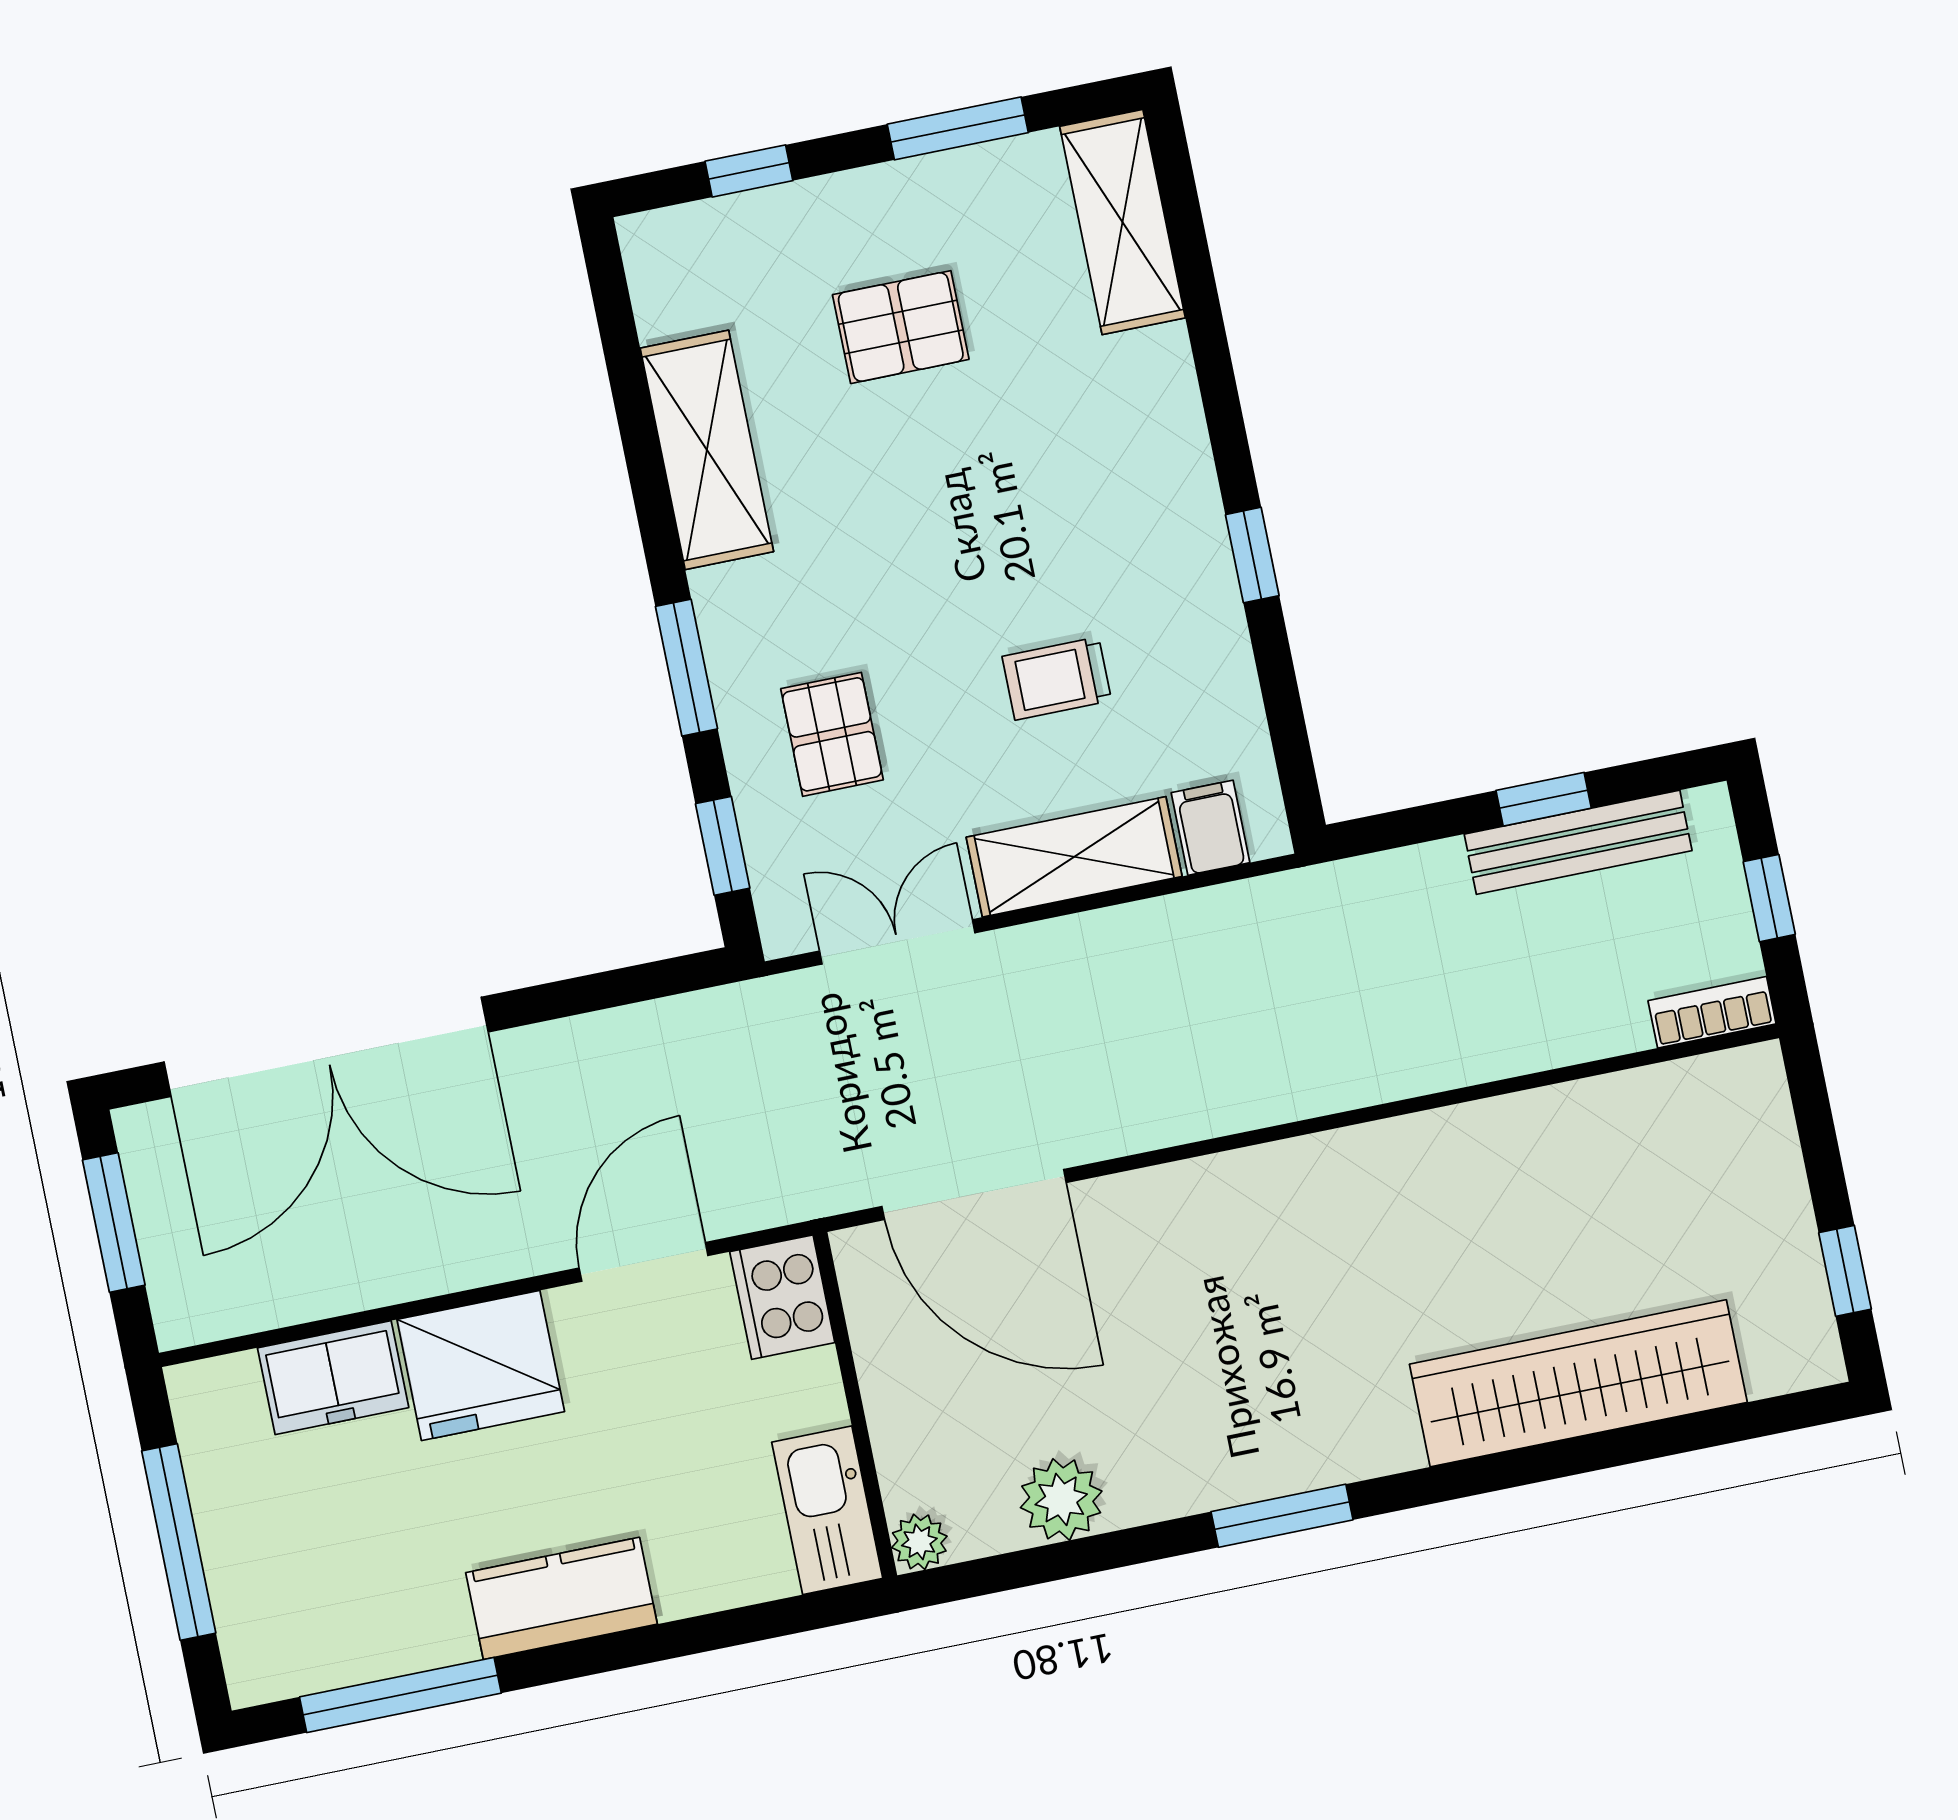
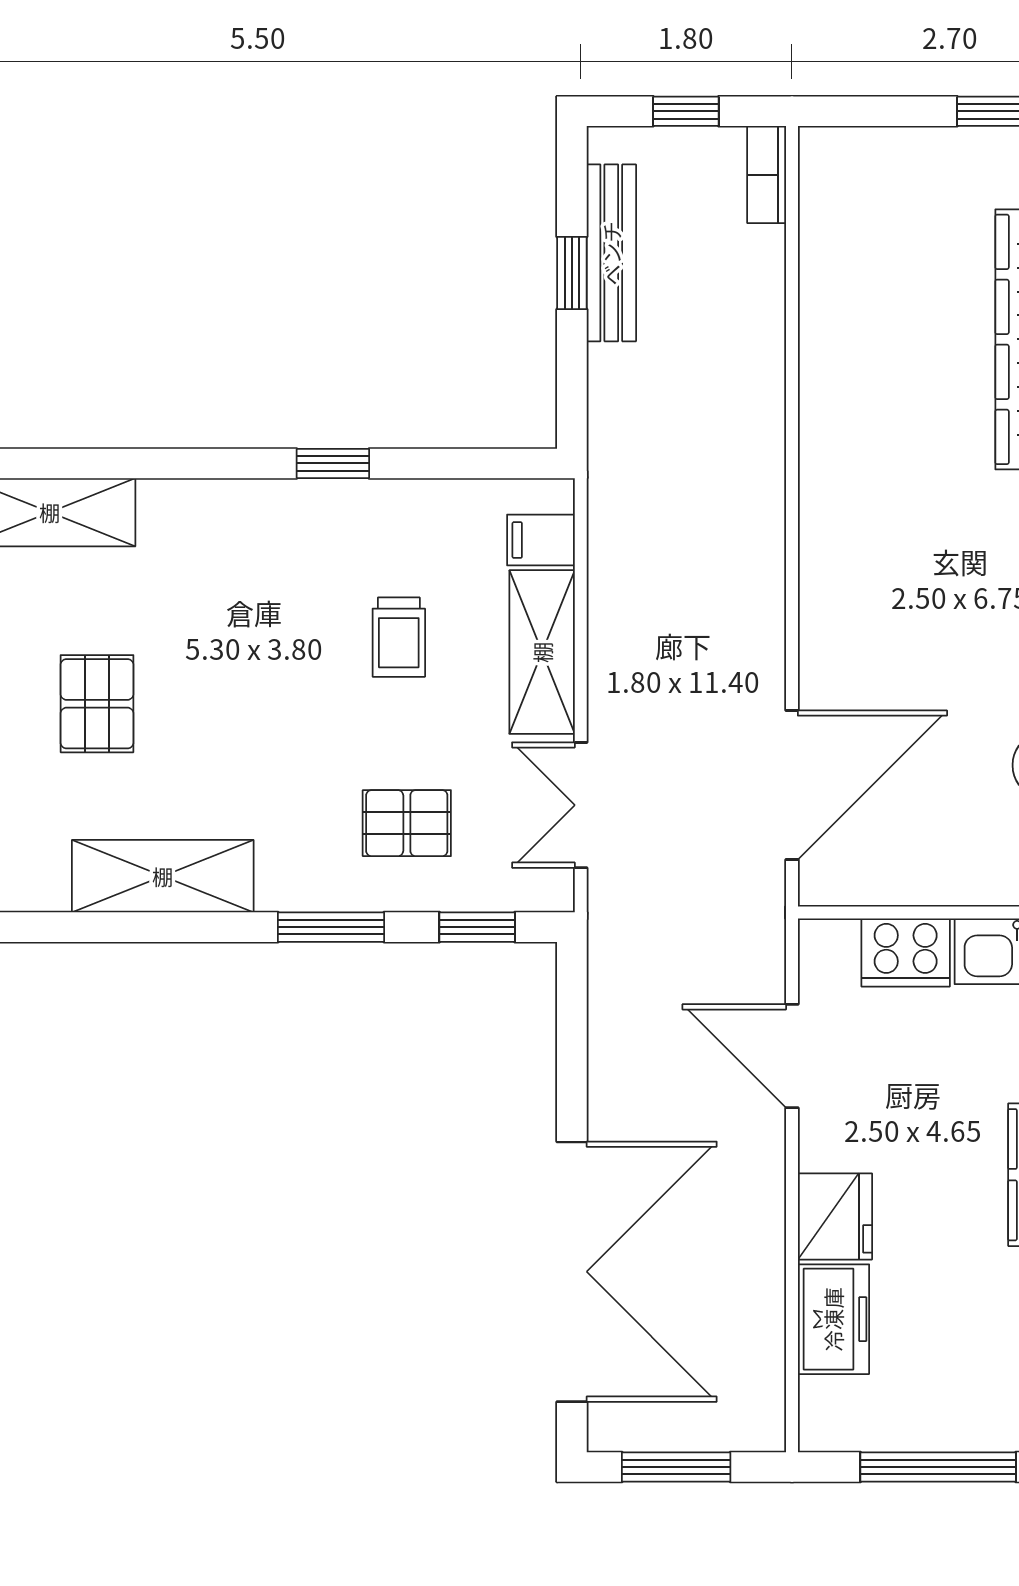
cooker: (782, 1297) -> (906, 952), moved
fridge: (481, 1365) -> (835, 1216), width x0.73, depth x0.75

